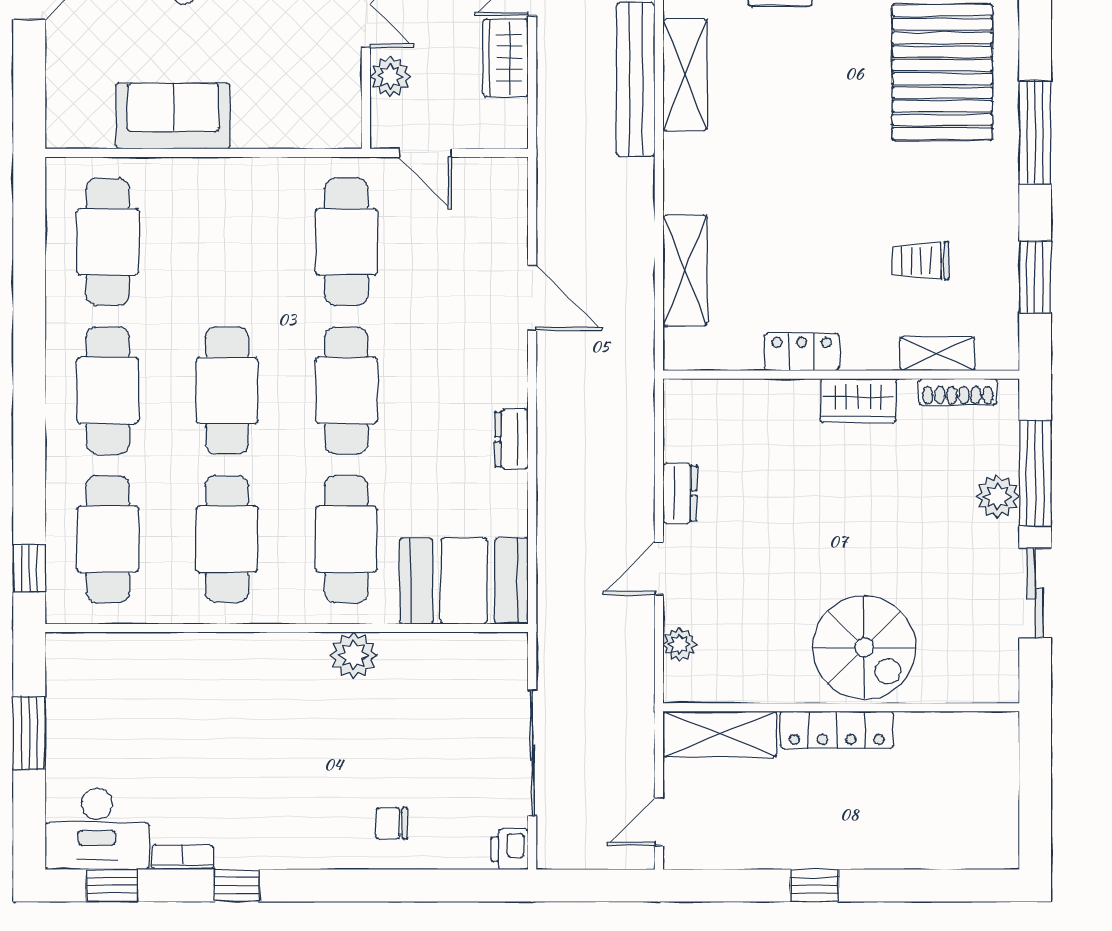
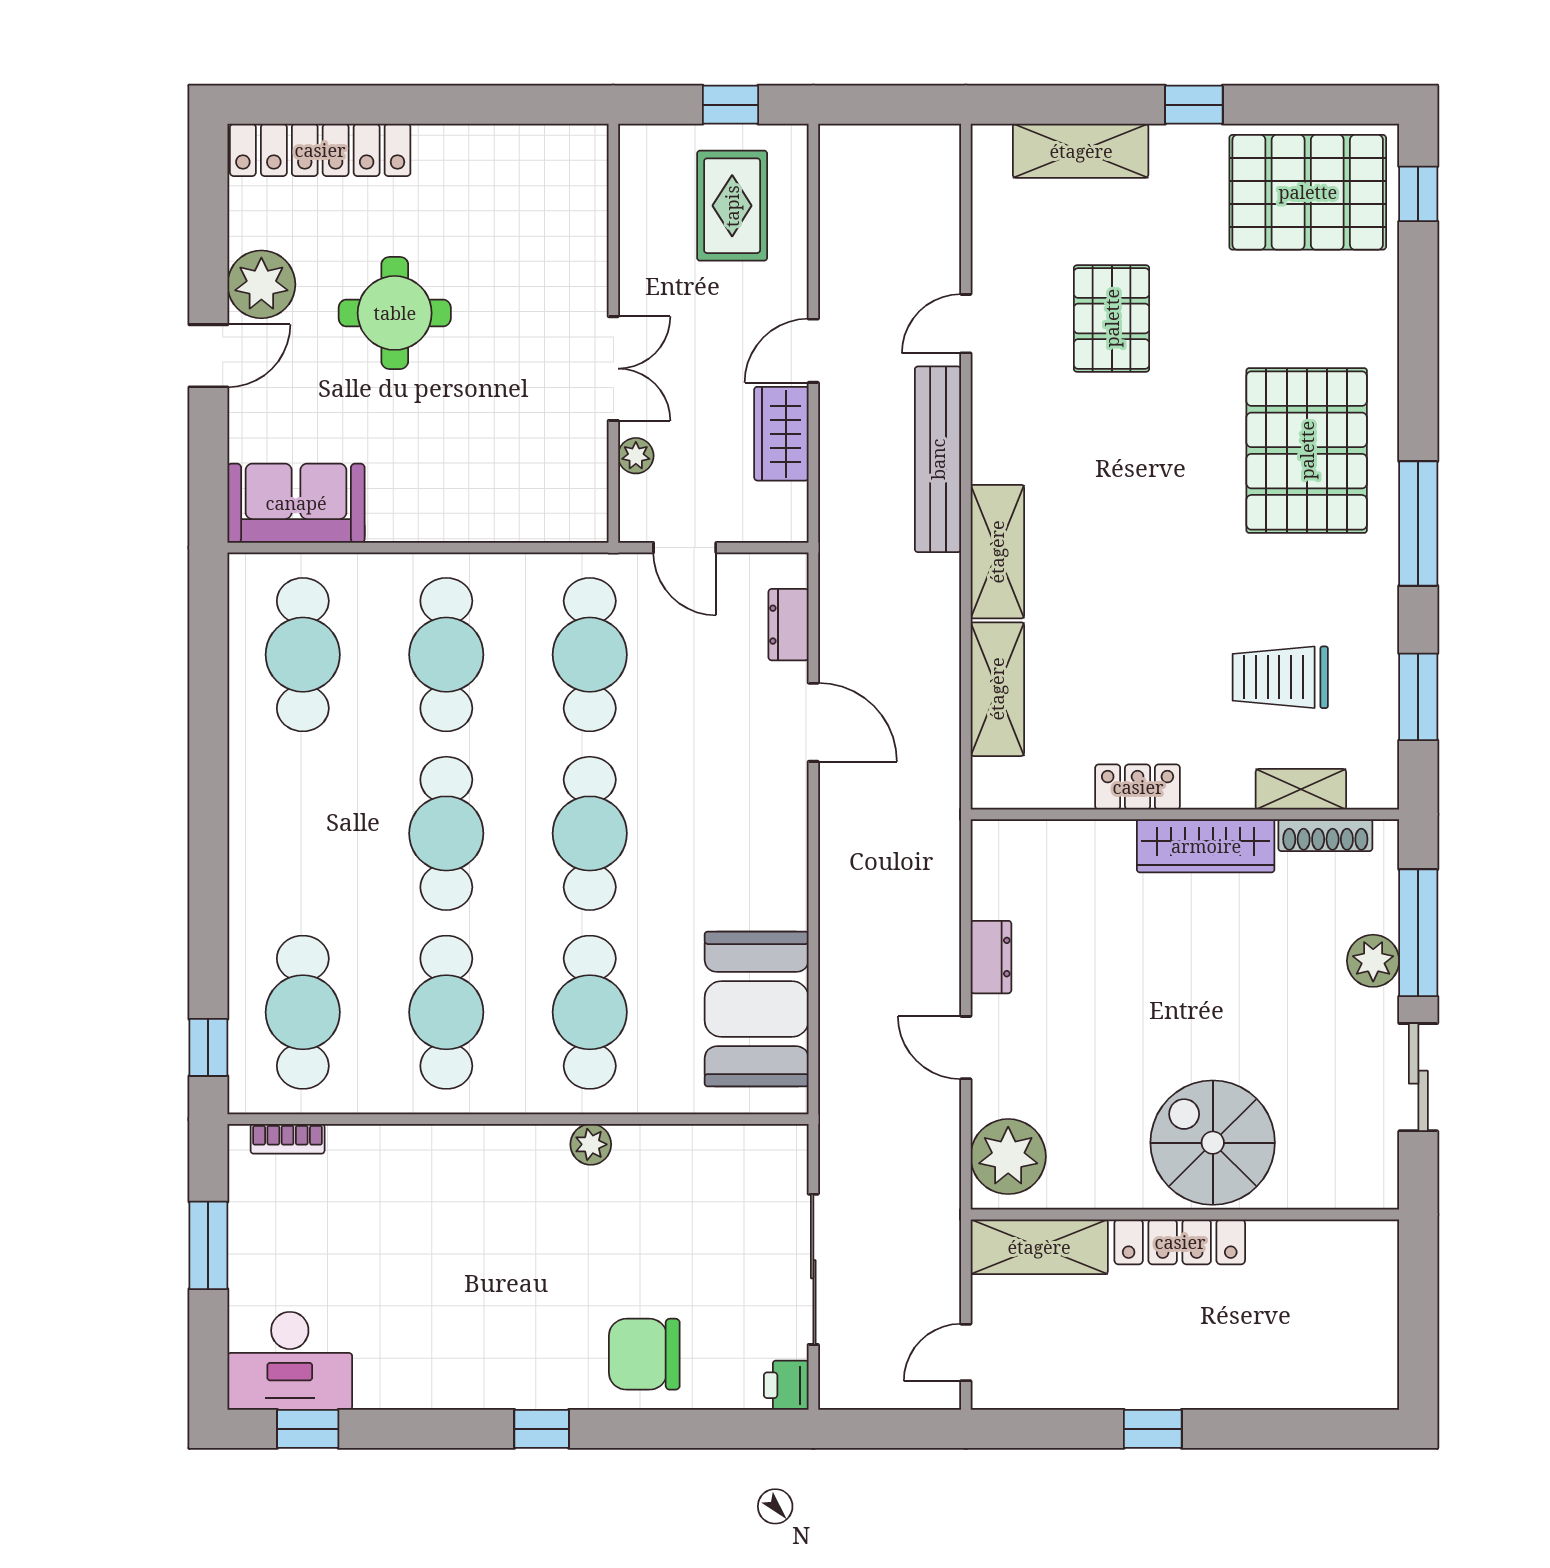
shelving: (685, 75) -> (997, 552), moved
plant: (390, 76) -> (636, 456), width x0.73, depth x0.73
sofa: (173, 116) -> (296, 503), moved
trolley: (920, 261) -> (1280, 677), width x1.36, depth x1.39
cafe table: (108, 390) -> (446, 655), moved
wardrobe: (858, 401) -> (1206, 846), width x1.50
dresser: (512, 439) -> (789, 625), moved
door: (659, 568) -> (966, 1048), hinge flipped
booth: (464, 581) -> (757, 1009), moved, turned 90
plant: (680, 644) -> (1008, 1157), width x1.88, depth x1.88
spiral stairs: (864, 648) -> (1213, 1143), turned 180
plant: (354, 655) -> (591, 1144), width x0.73, depth x0.73
chair: (392, 823) -> (644, 1354), width x1.87, depth x1.87
bookcase: (183, 857) -> (288, 1139), moved, turned 180
window: (237, 885) -> (542, 1429), moved

